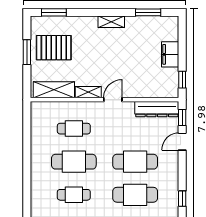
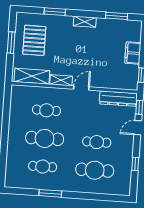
window: (54, 12) -> (55, 12), moved
pallet: (54, 48) -> (34, 40), turned 90
cafe table: (135, 162) -> (97, 142), width x0.73, depth x0.74
window: (182, 199) -> (135, 164), moved

